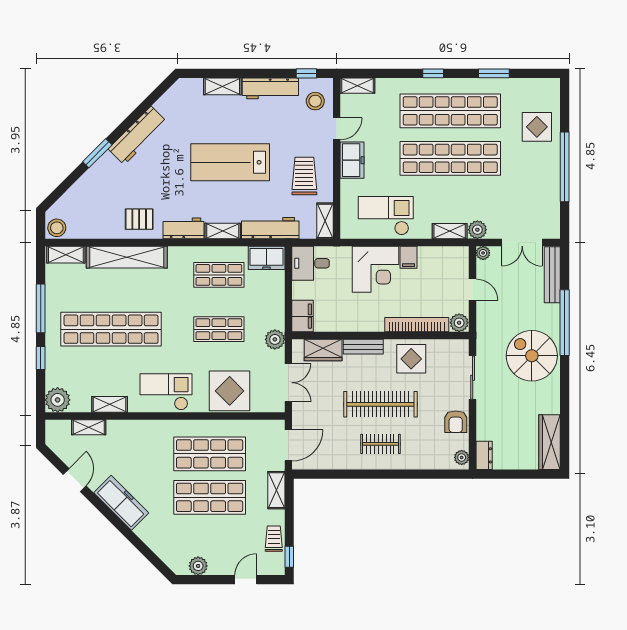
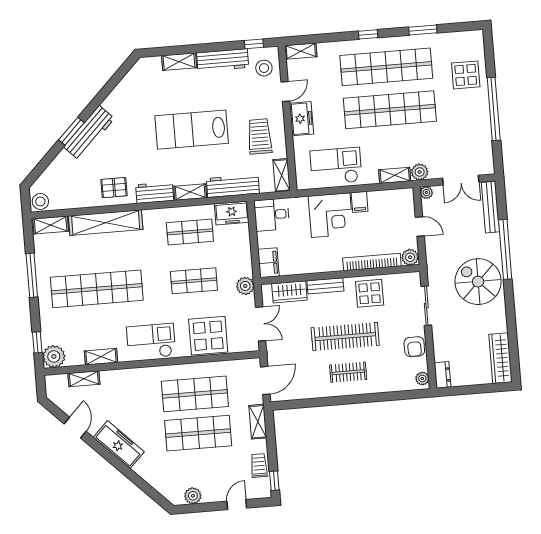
workbench: (138, 135) -> (89, 133), moved
window: (41, 358) -> (37, 342), moved

